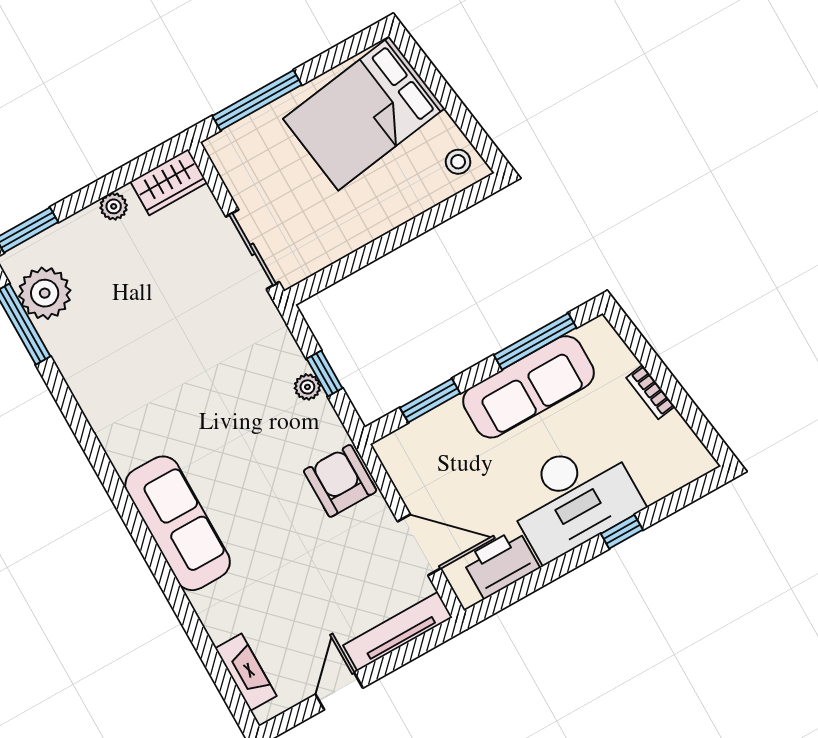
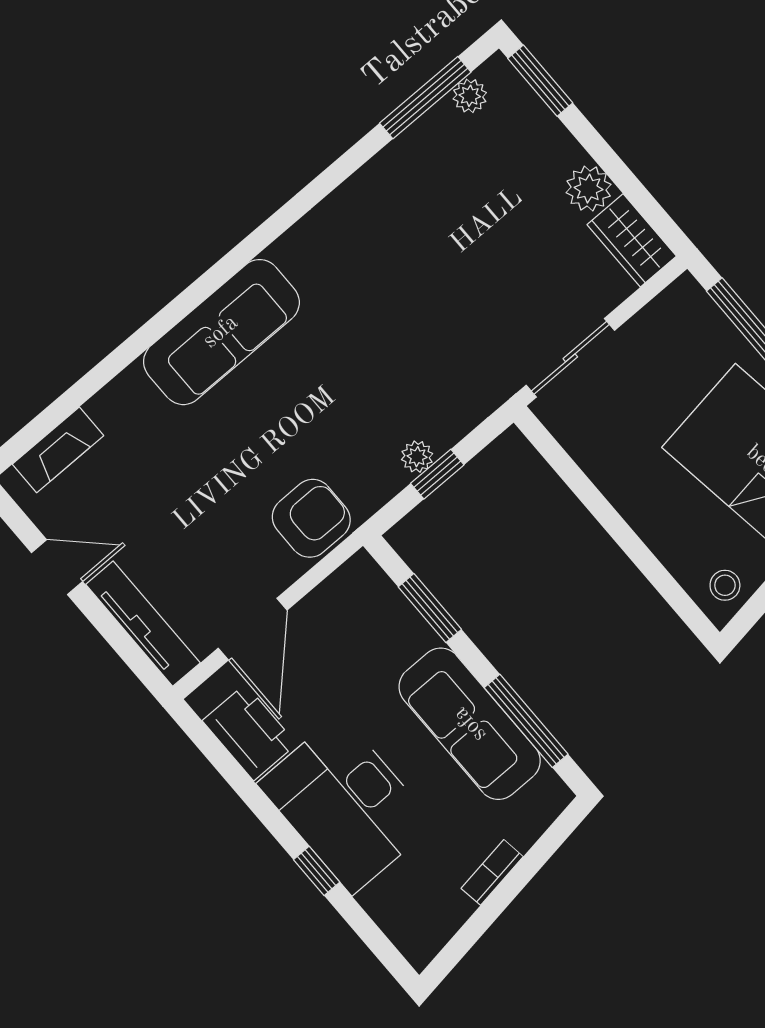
plant: (114, 206) -> (589, 189), width x1.38, depth x1.38
plant: (45, 293) -> (470, 96), width x0.53, depth x0.53

